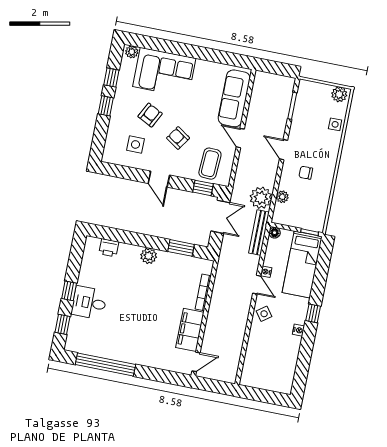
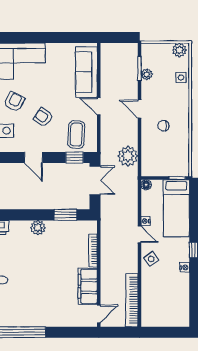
plant: (282, 197) -> (147, 74), moved
bench: (259, 233) -> (132, 187), removed
bookcase: (234, 354) -> (132, 300), added

